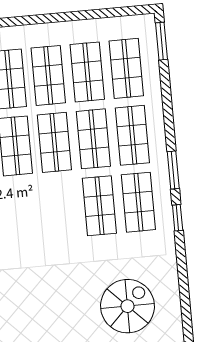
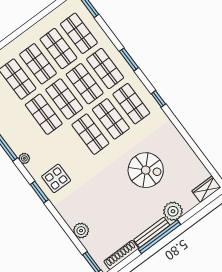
window: (173, 170) -> (129, 59), moved
shop shelf: (60, 209) -> (90, 134), added
spiral stairs: (127, 306) -> (146, 170), moved, turned 90

